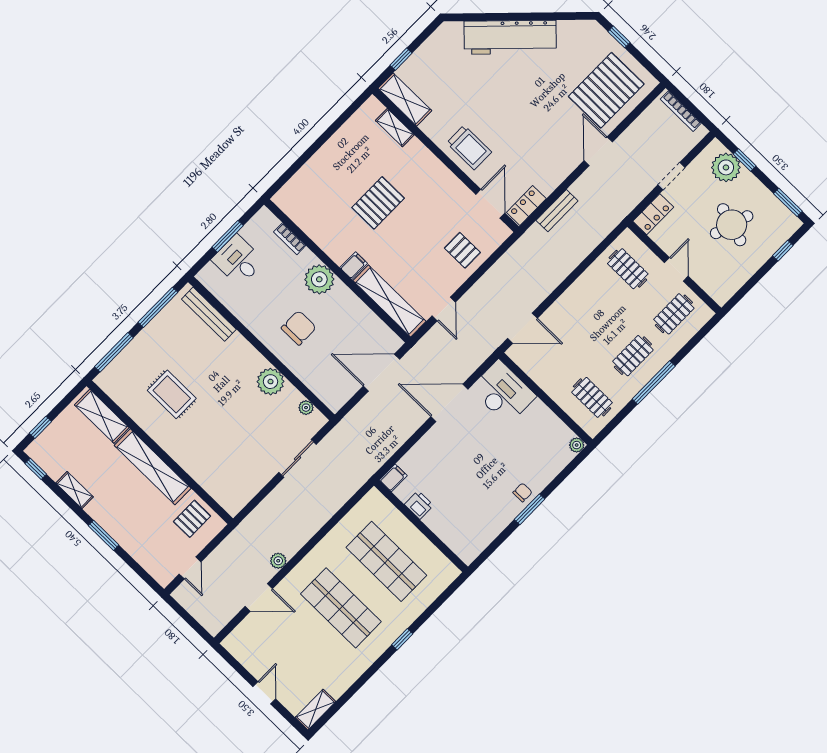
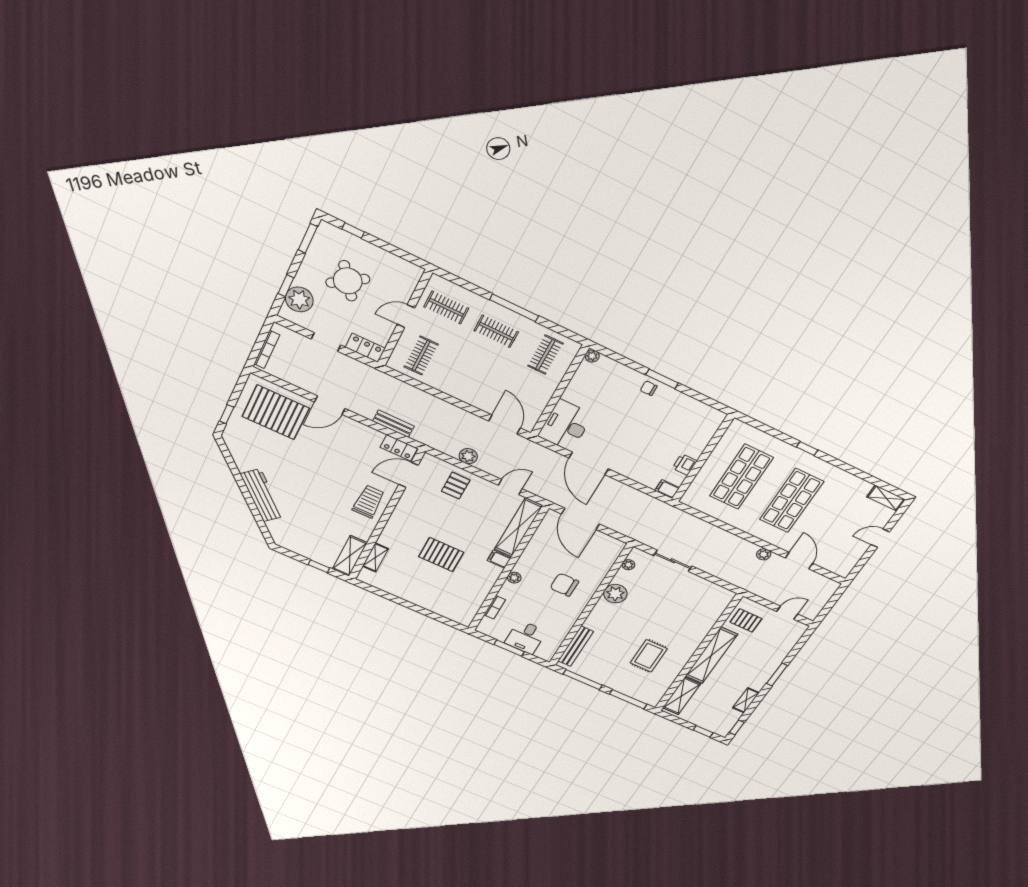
workbench: (510, 37) -> (262, 495), width x0.73, depth x0.76
round table: (732, 225) -> (348, 281), turned 38
plant: (495, 276) -> (468, 456), added
plant: (319, 279) -> (514, 578), width x0.53, depth x0.53

